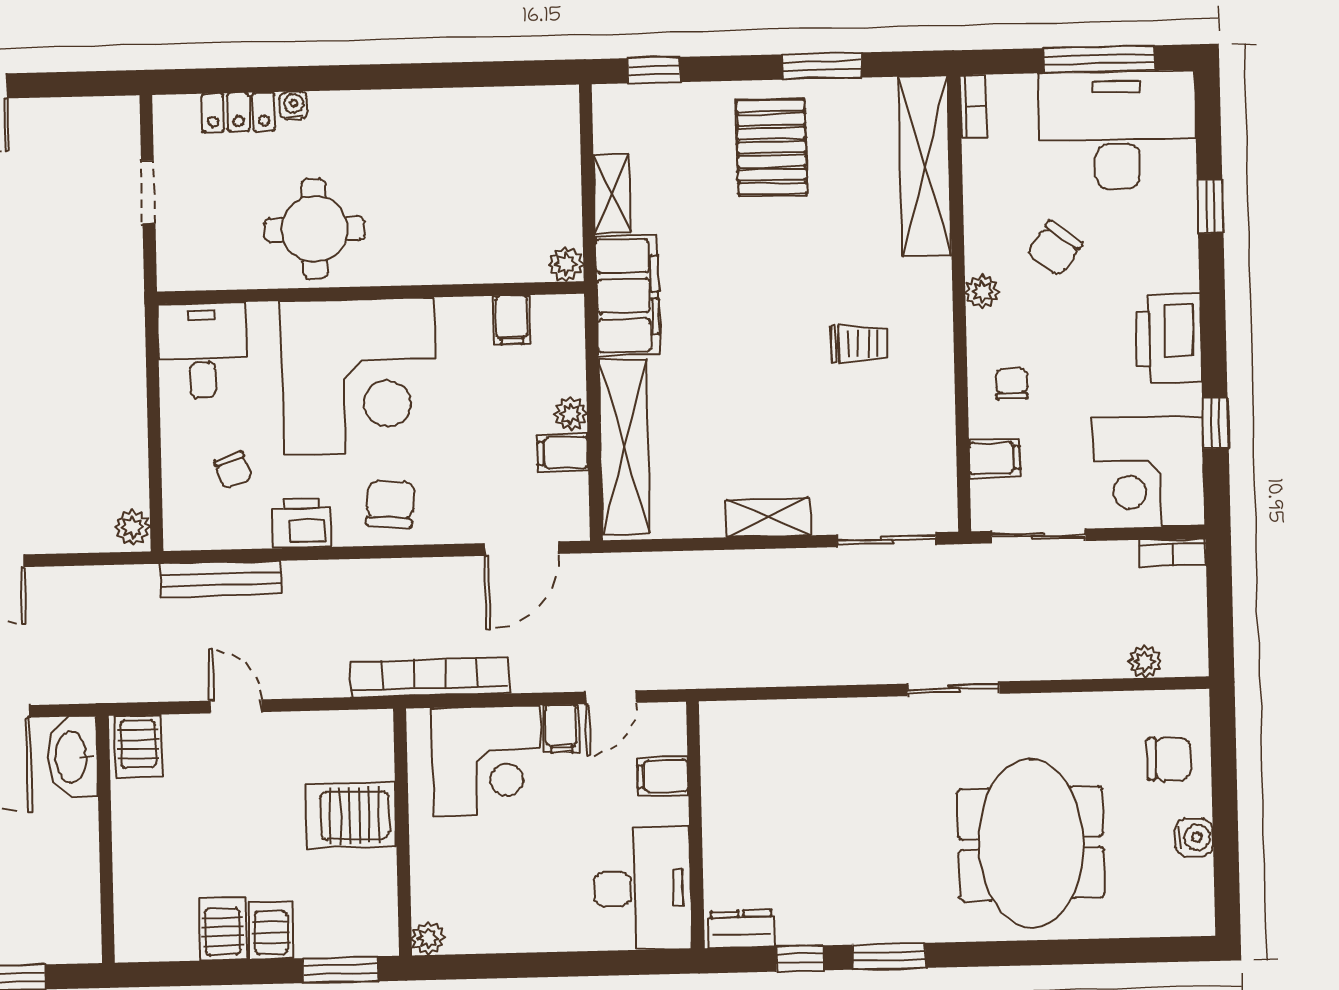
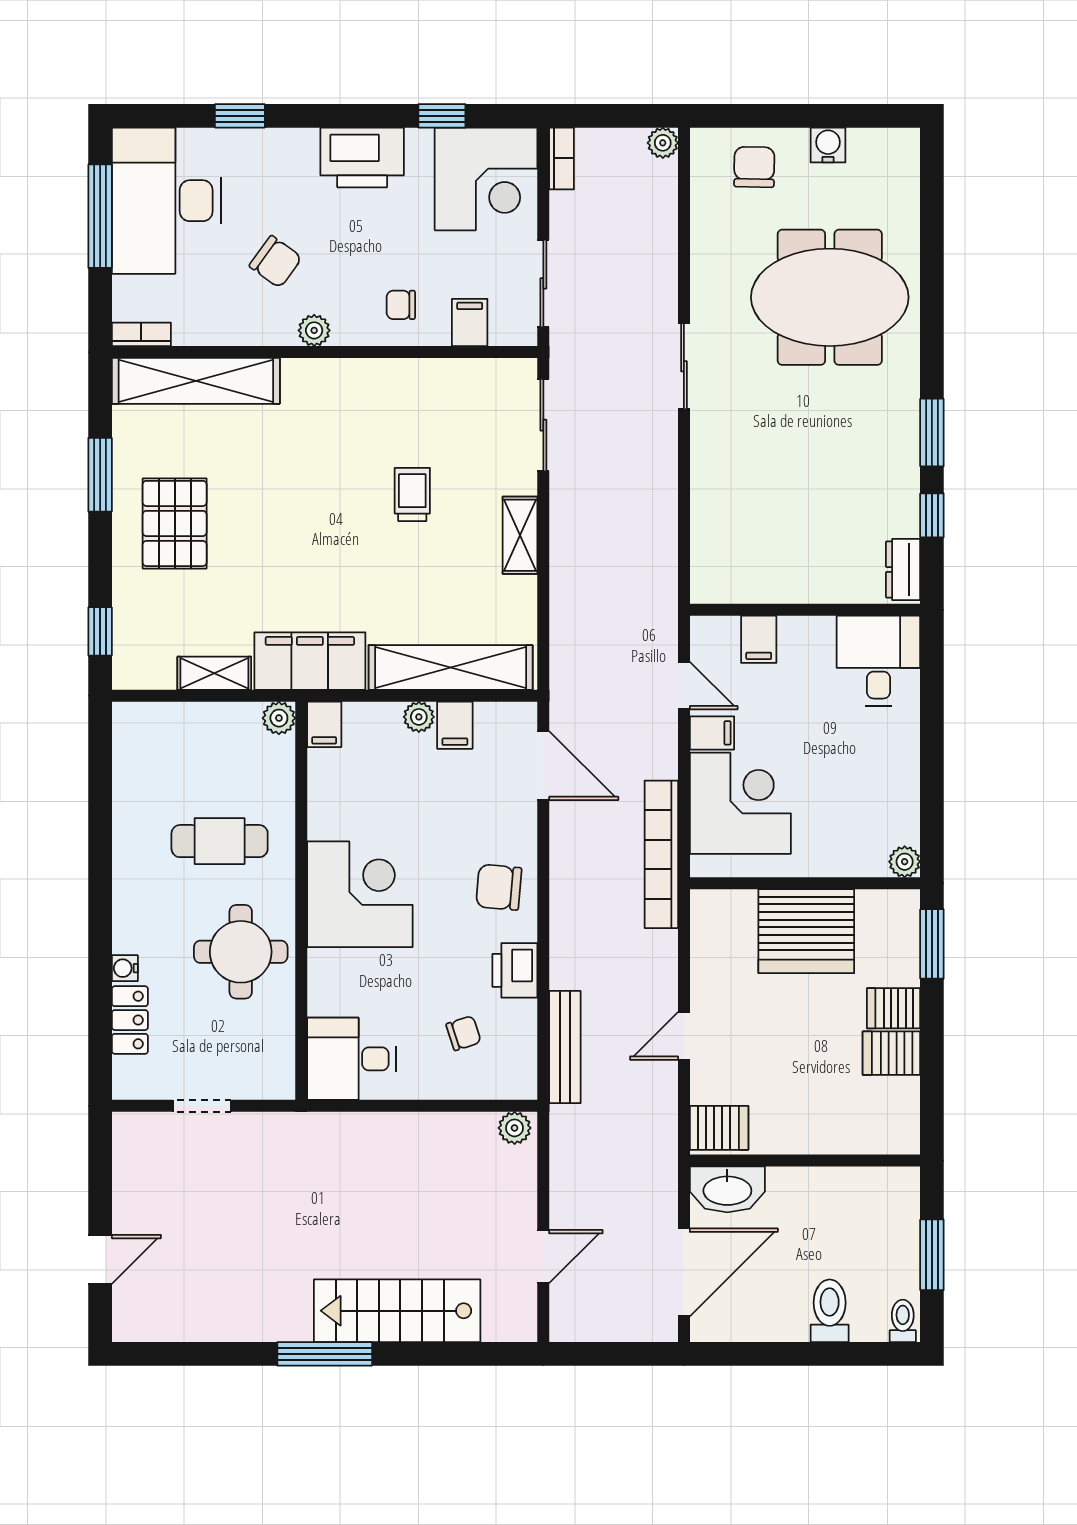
pallet: (772, 147) -> (175, 523), turned 90
cafe table: (432, 204) -> (220, 841), added
filing cabinet: (511, 320) -> (324, 724), moved, turned 90
trolley: (859, 344) -> (412, 494), moved
corner desk: (359, 376) -> (360, 894), width x0.74, depth x0.74
plant: (1145, 661) -> (663, 143), moved
server rack: (351, 815) -> (806, 931), width x1.60
desk: (642, 888) -> (878, 661), width x0.73

